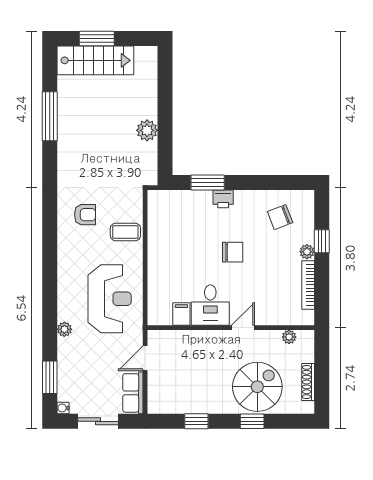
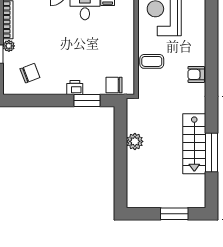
stairs: (95, 60) -> (194, 144), moved, turned -90
armchair: (85, 215) -> (196, 74), moved
chair: (233, 252) -> (114, 85), moved

